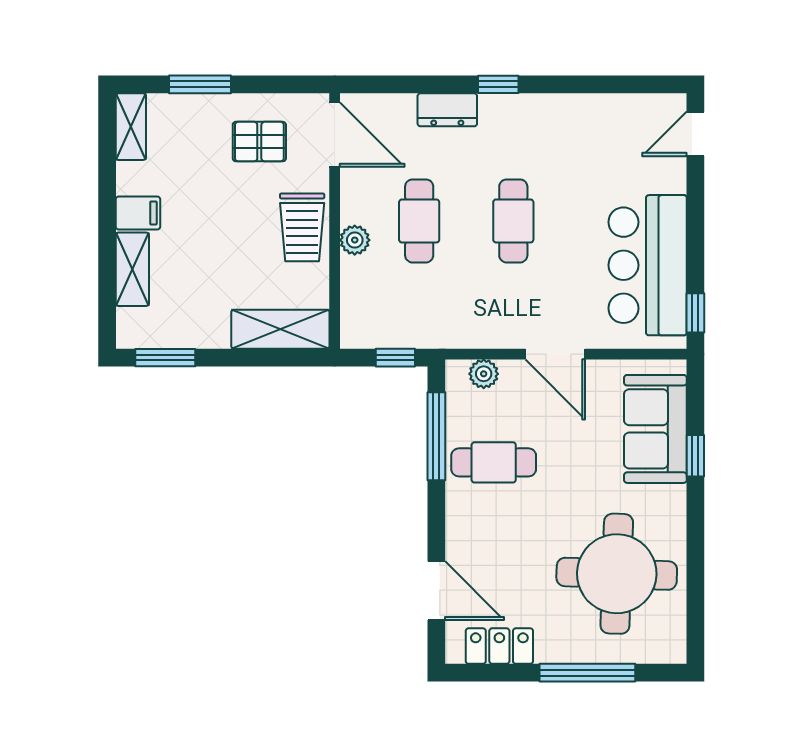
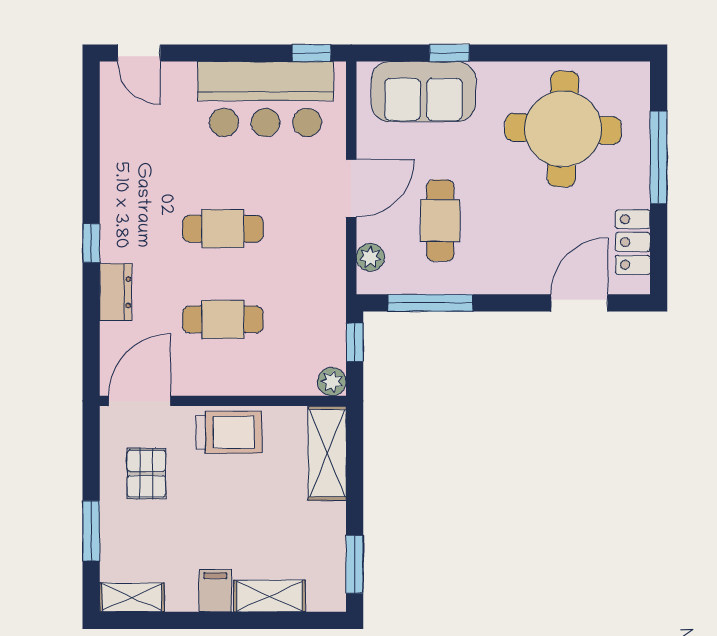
plant: (355, 240) -> (332, 382), moved
cafe table: (494, 462) -> (440, 220), moved

